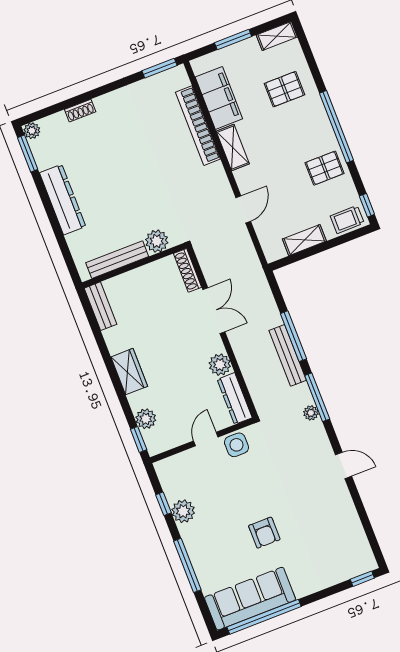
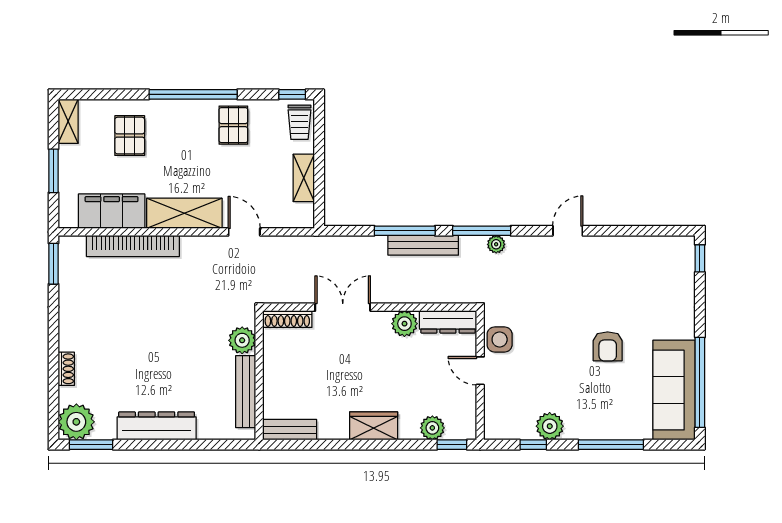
plant: (32, 131) -> (76, 422), width x1.88, depth x1.88
shelving: (233, 147) -> (184, 213), width x1.50, depth x1.33
armchair: (264, 533) -> (608, 346), turned 90

